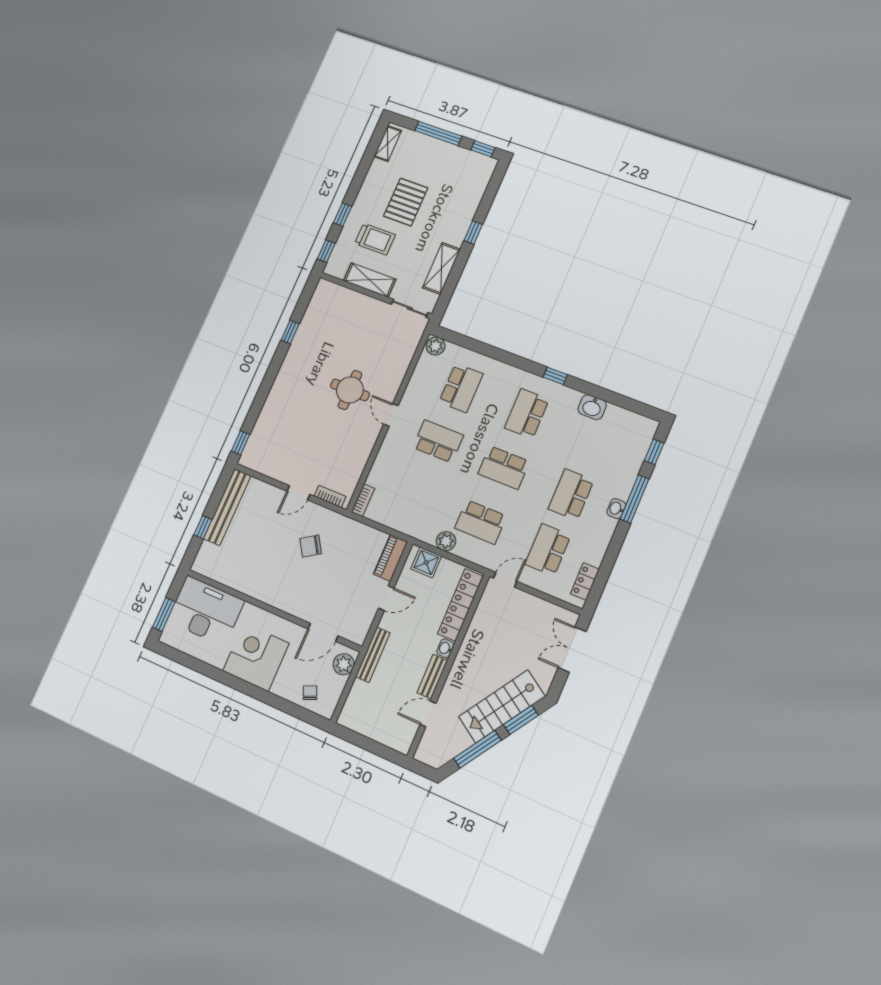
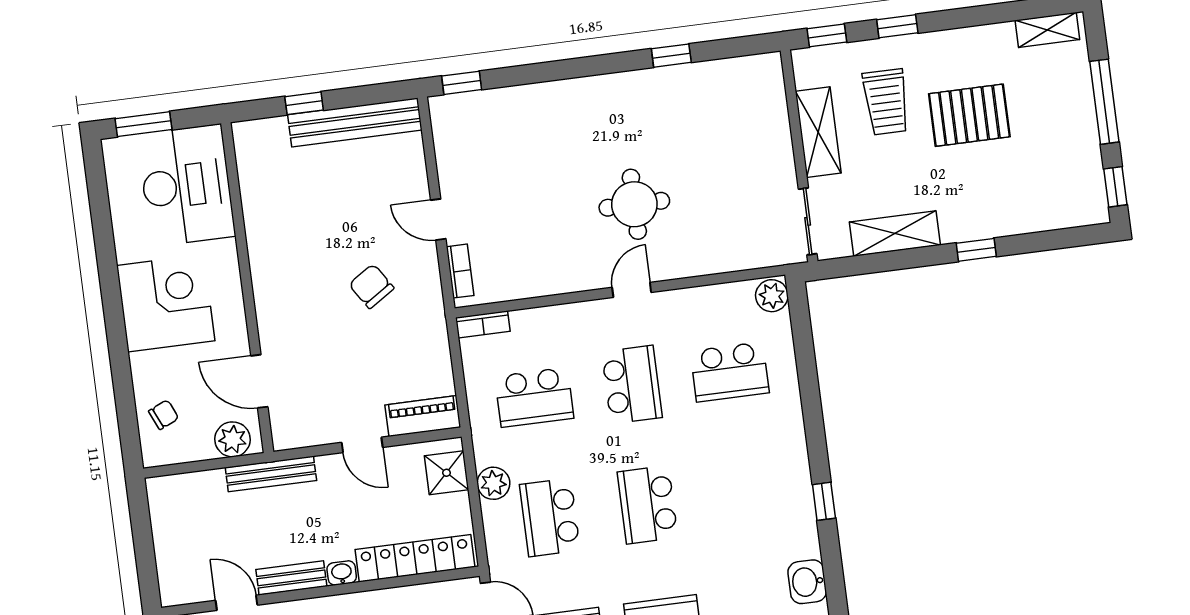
school desk: (527, 414) -> (534, 397), moved, turned 180

